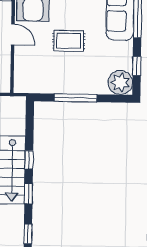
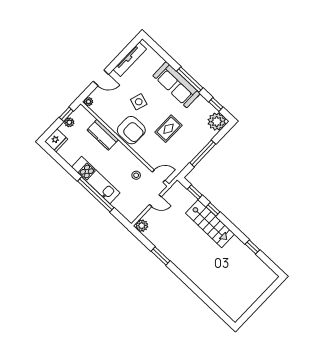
door: (13, 34) -> (159, 176), moved
window: (29, 194) -> (195, 192), moved

